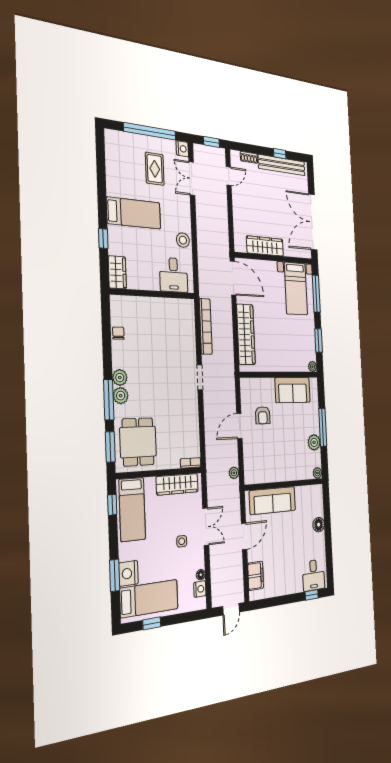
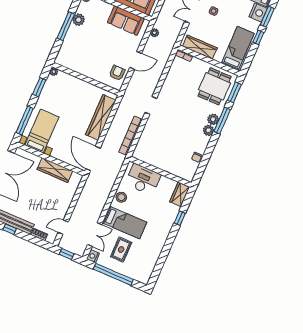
bed: (134, 213) -> (125, 223), moved, turned 180
desk: (174, 275) -> (143, 179), width x1.37
sofa: (293, 390) -> (126, 21), moved, turned 180
armchair: (263, 415) -> (117, 73), moved
window: (112, 505) -> (258, 37), moved

